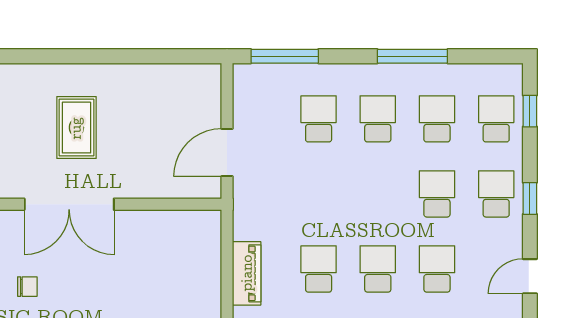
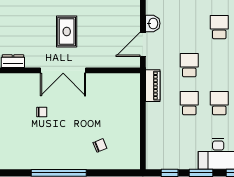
washbasin: (247, 112) -> (153, 23), added
school desk: (319, 119) -> (189, 65), moved
piano: (247, 273) -> (153, 86), moved

